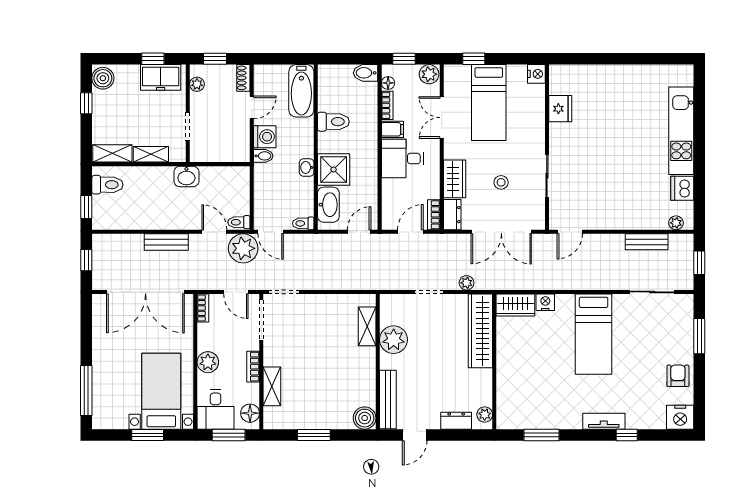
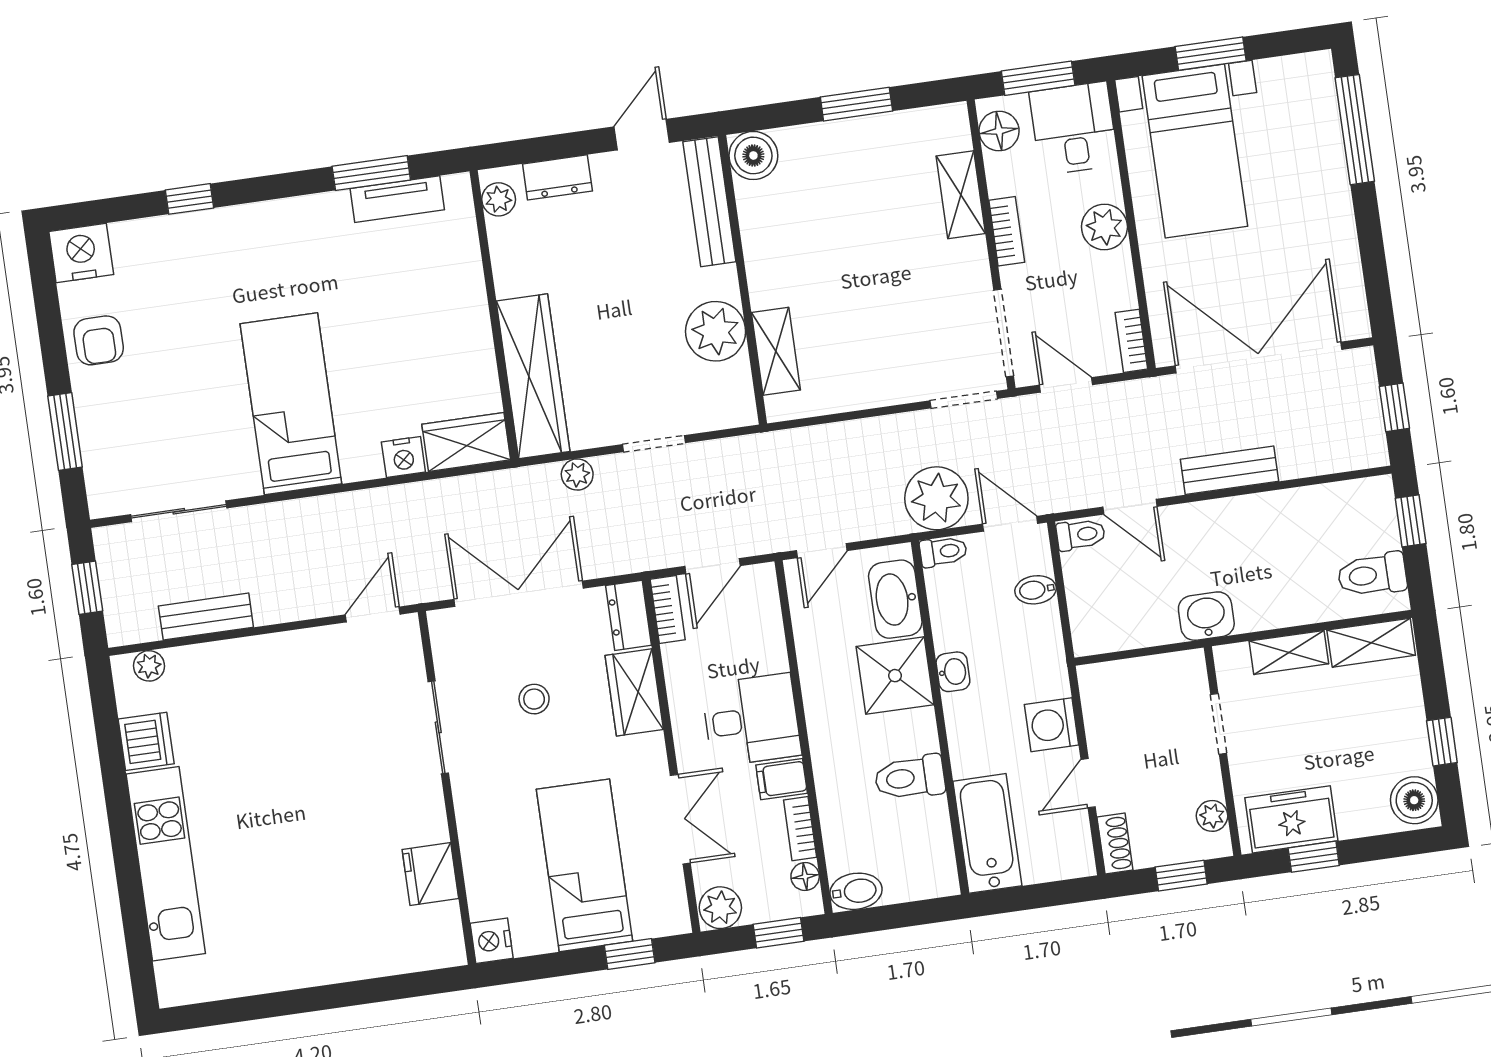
bidet: (263, 156) -> (1036, 590), moved
plant: (243, 248) -> (936, 498), moved
tv unit: (604, 421) -> (397, 199), moved

